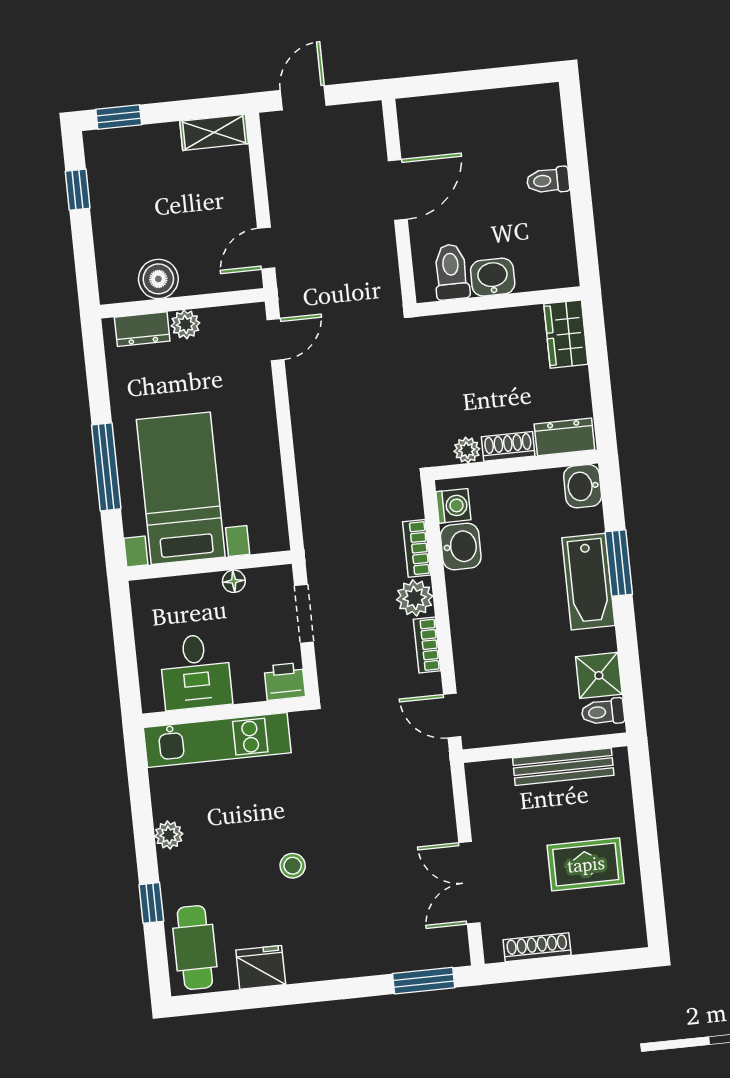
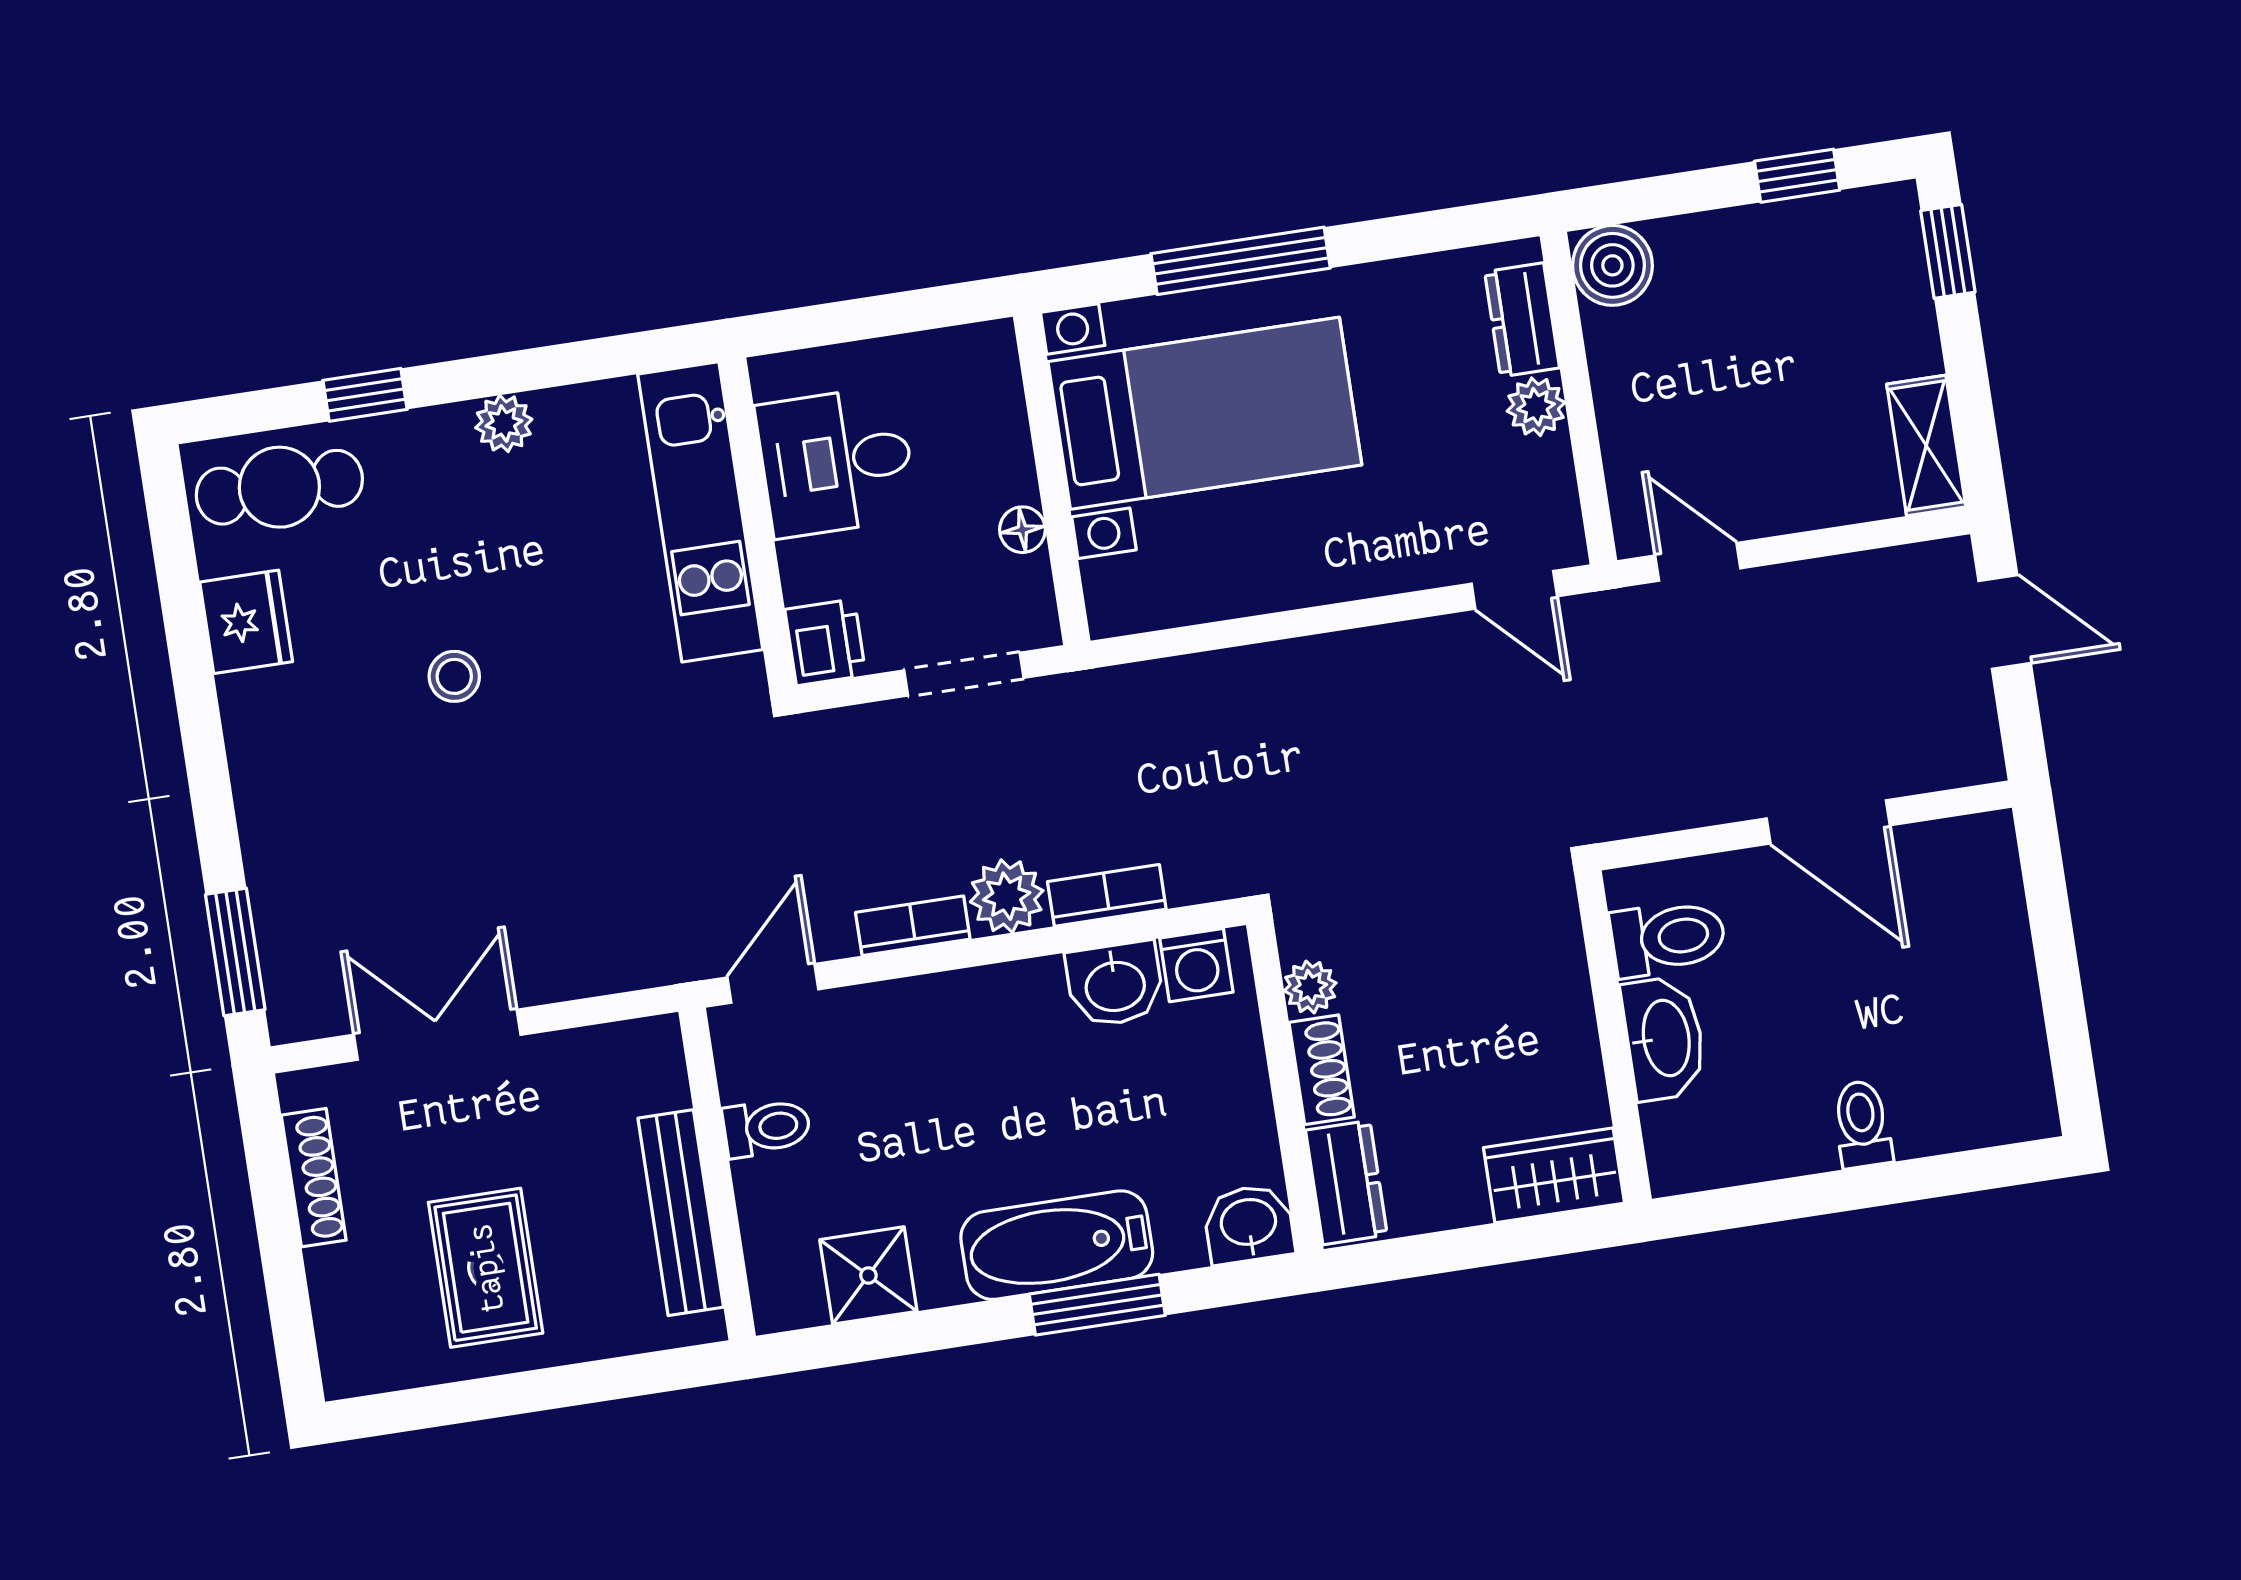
washbasin: (493, 277) -> (1664, 1038), width x1.38
boiler: (158, 279) -> (1612, 265), moved
toilet: (603, 712) -> (767, 1128), moved, turned 90

